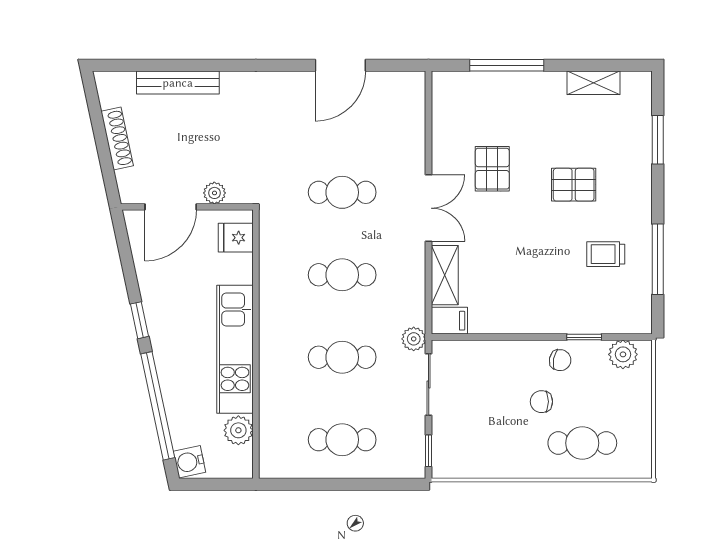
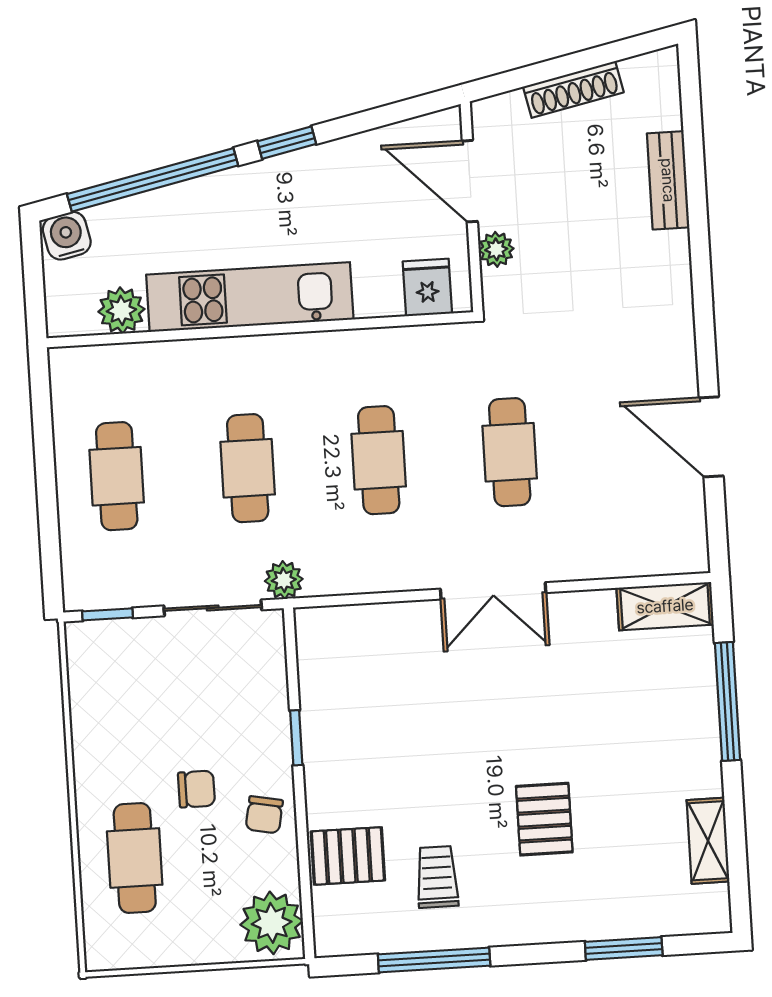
bench: (178, 83) -> (668, 180), width x0.73
pallet: (492, 169) -> (348, 856), moved
shelving: (445, 275) -> (665, 606), moved
filing cabinet: (449, 321) -> (316, 635), removed
window: (584, 337) -> (296, 738), moved
plant: (623, 354) -> (272, 923), width x1.36, depth x1.36
chair: (541, 402) -> (196, 789), turned 90

